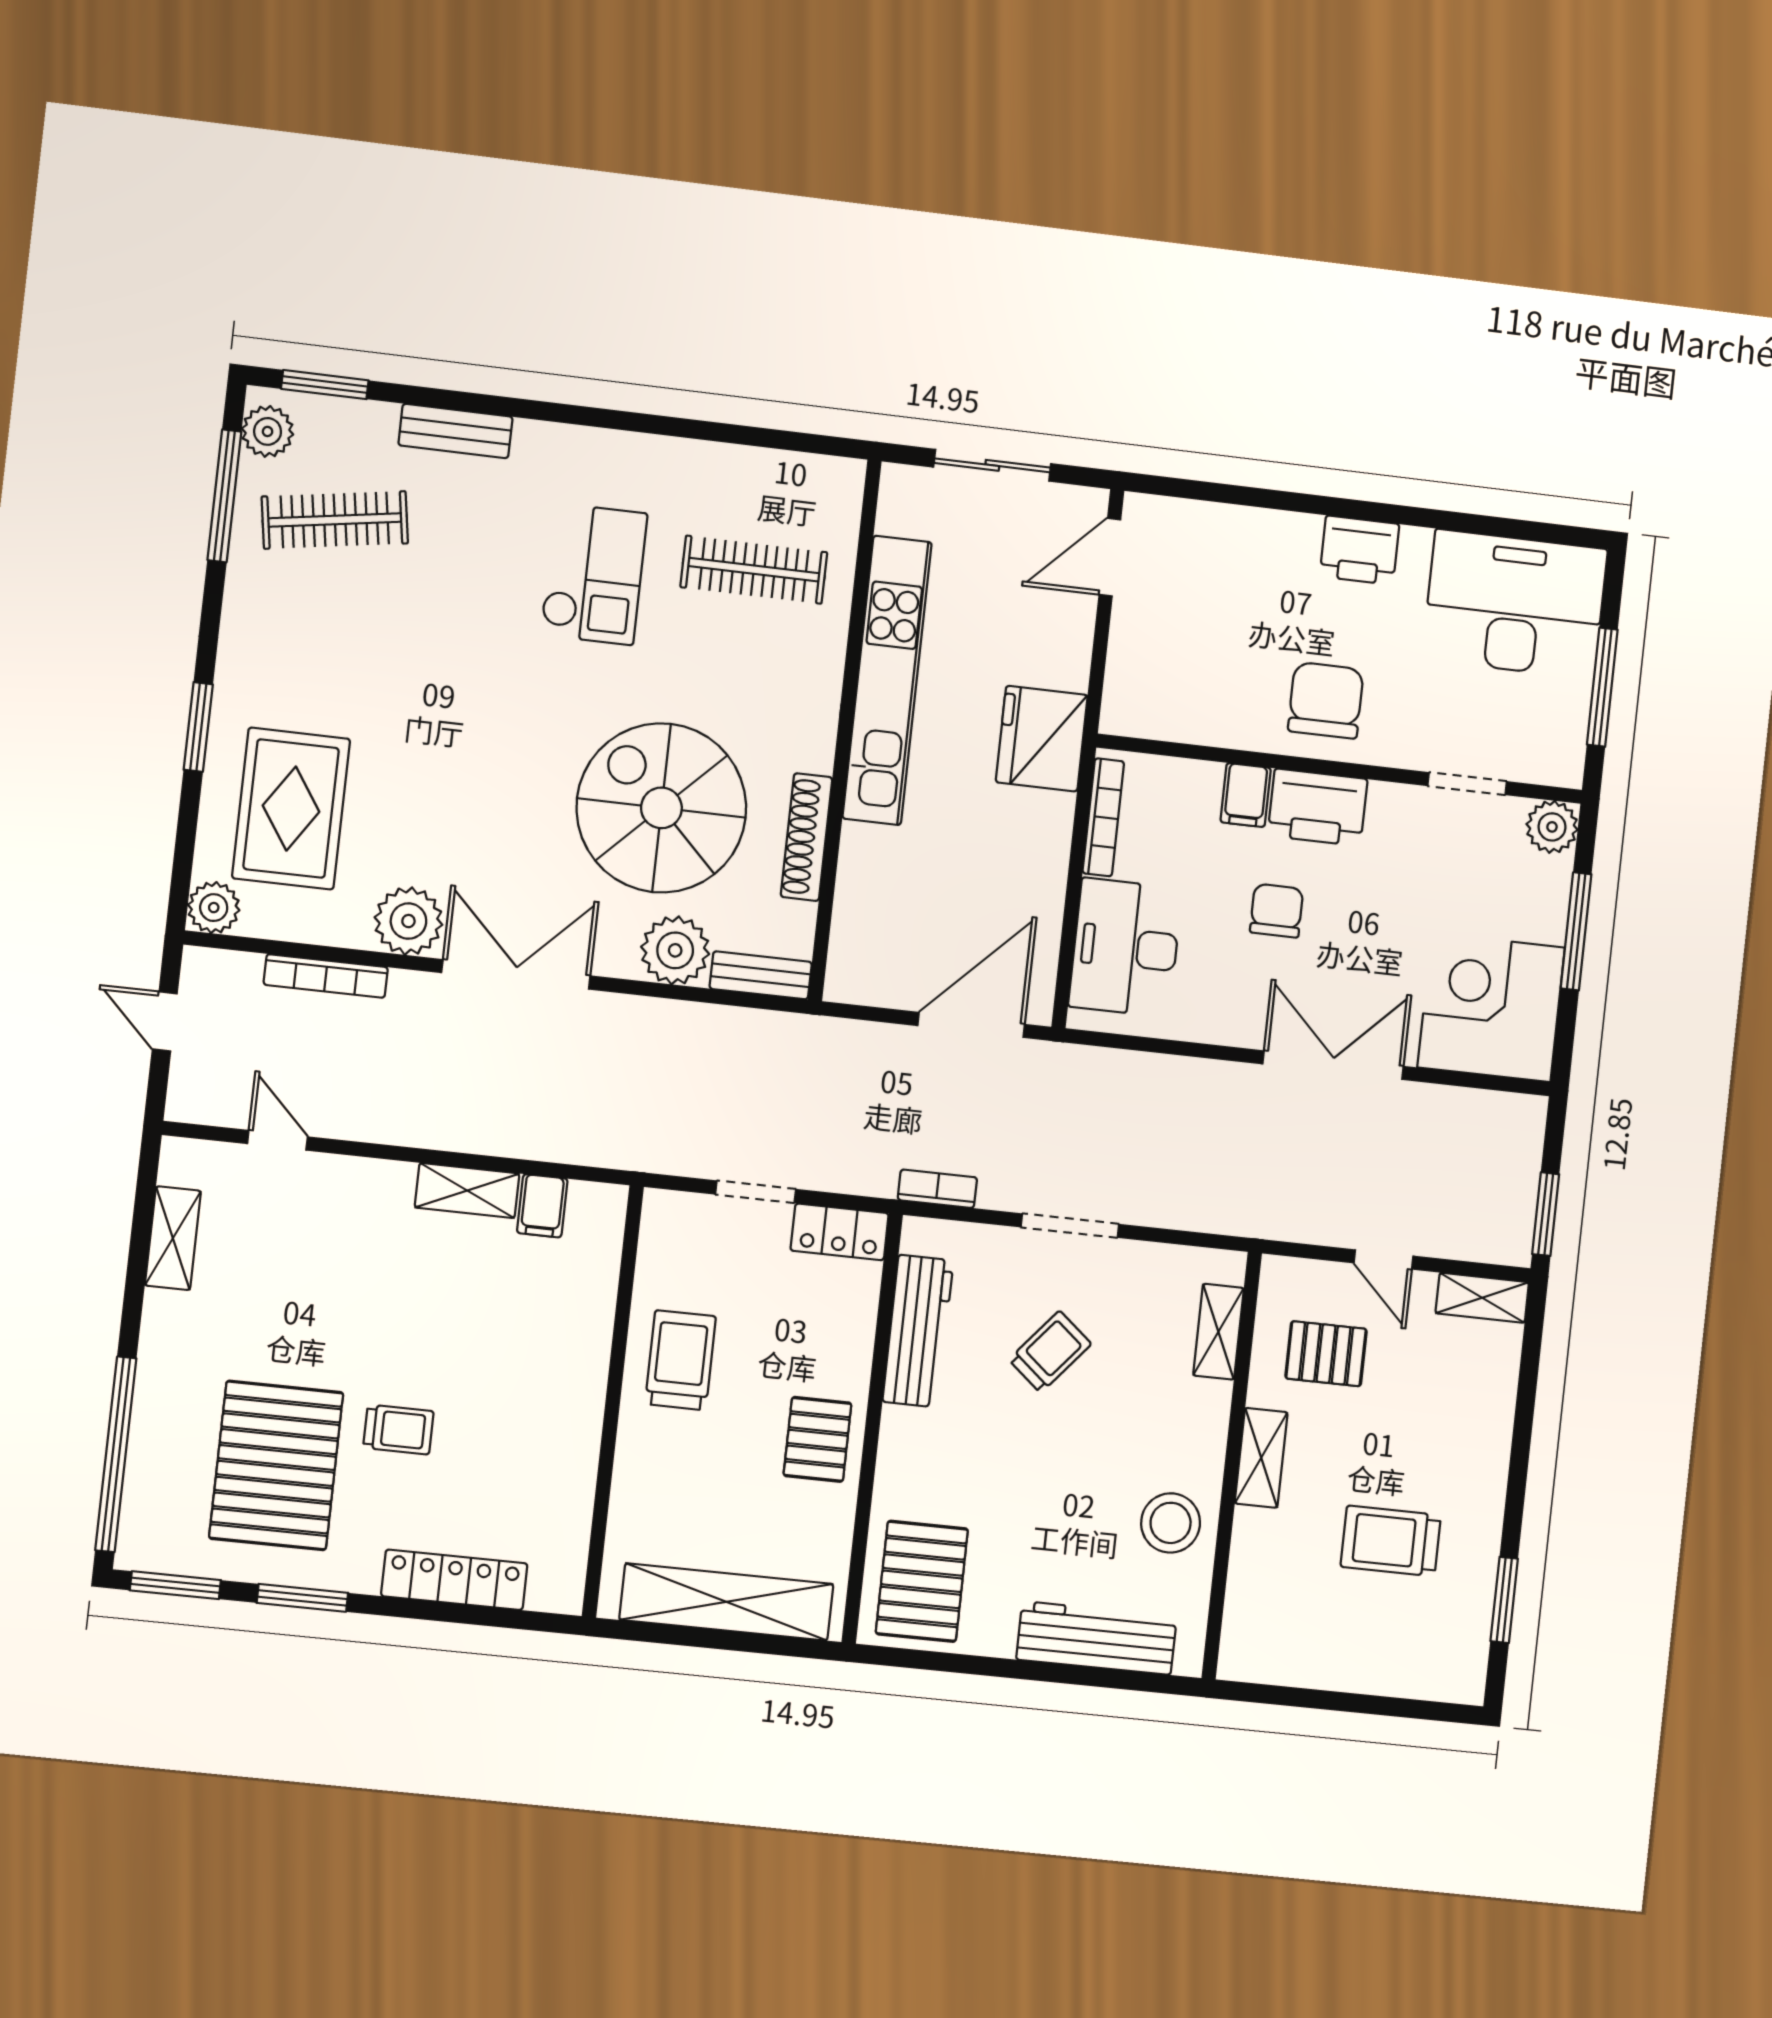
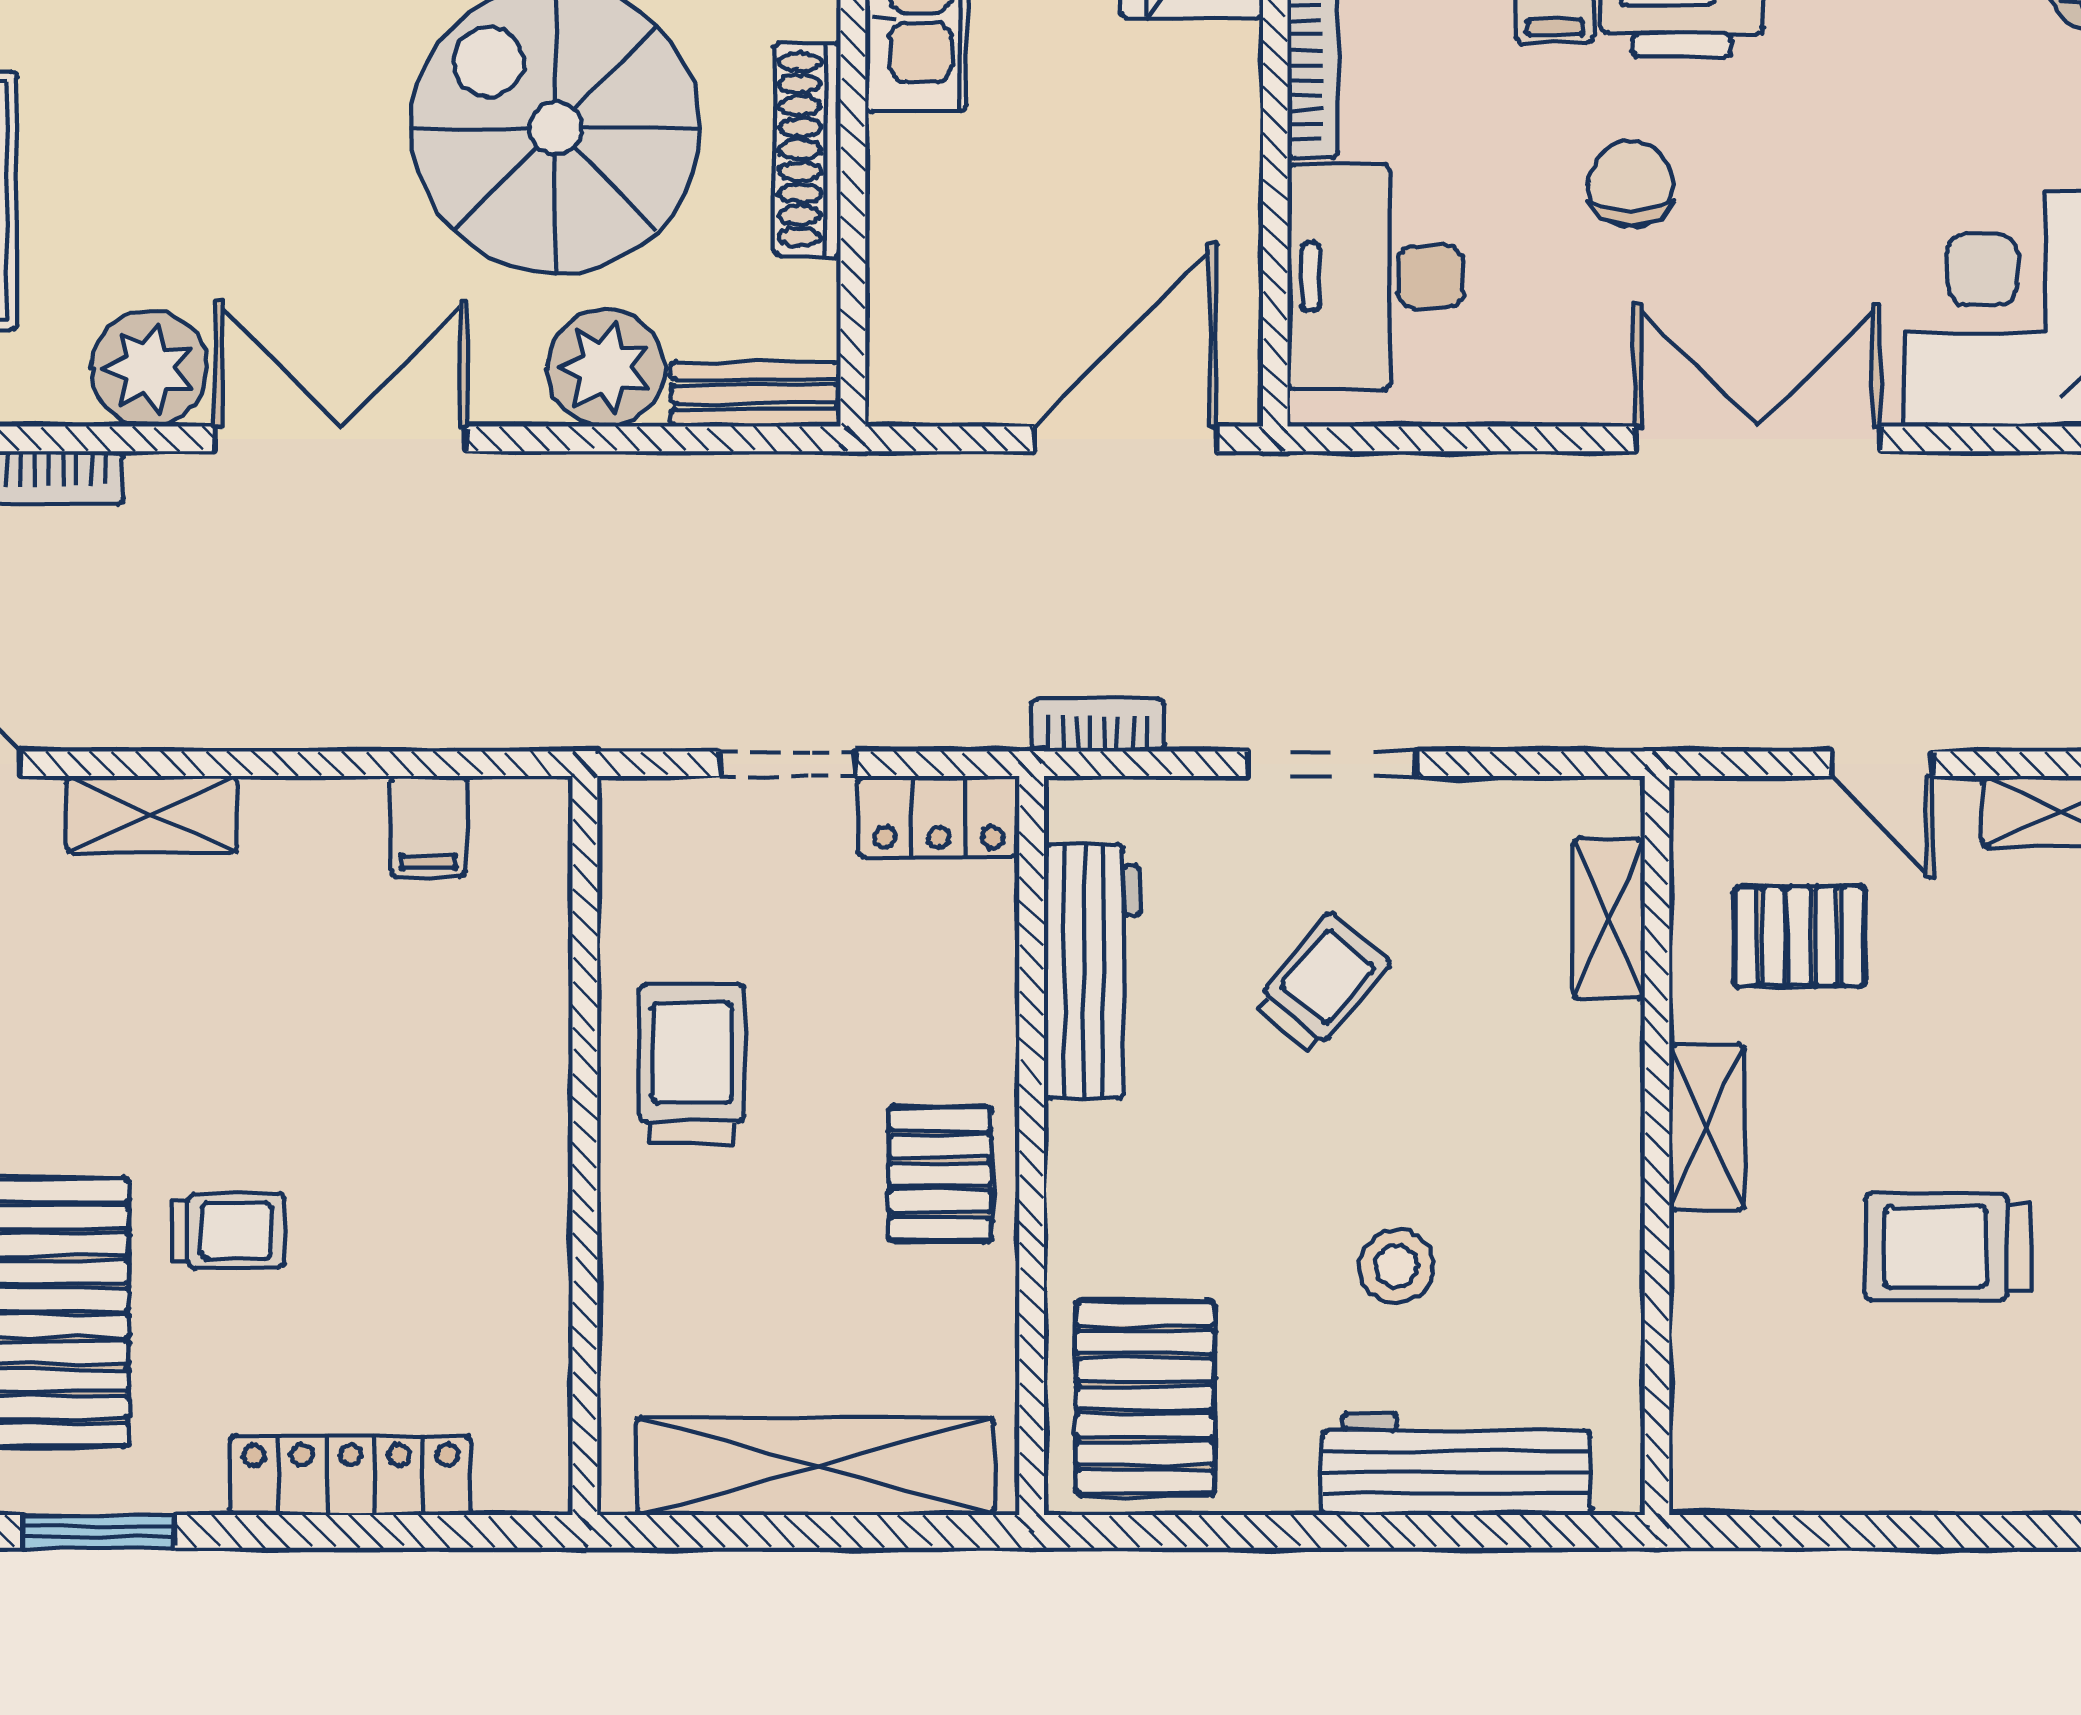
shelving: (467, 1191) -> (152, 814), moved
stool: (1171, 1523) -> (1397, 1266), moved, width x0.73, depth x0.73

